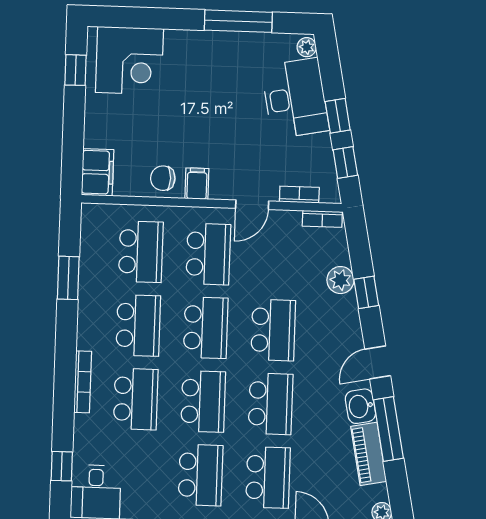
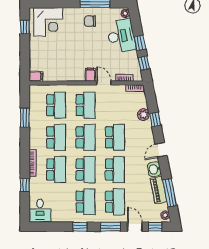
filing cabinet: (98, 172) -> (36, 76), width x0.50
chair: (163, 178) -> (90, 21), moved
filing cabinet: (197, 184) -> (90, 75), moved
door: (252, 205) -> (104, 83), swing flipped
window: (388, 429) -> (170, 193), moved
window: (62, 466) -> (25, 185), moved

